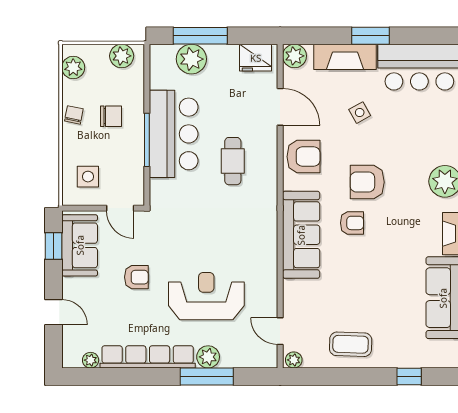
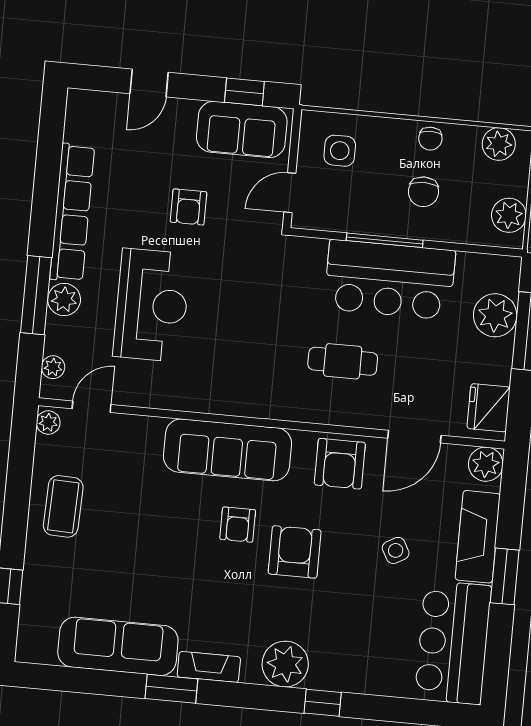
chair: (74, 115) -> (430, 139), turned 79
plant: (91, 360) -> (53, 367), moved

